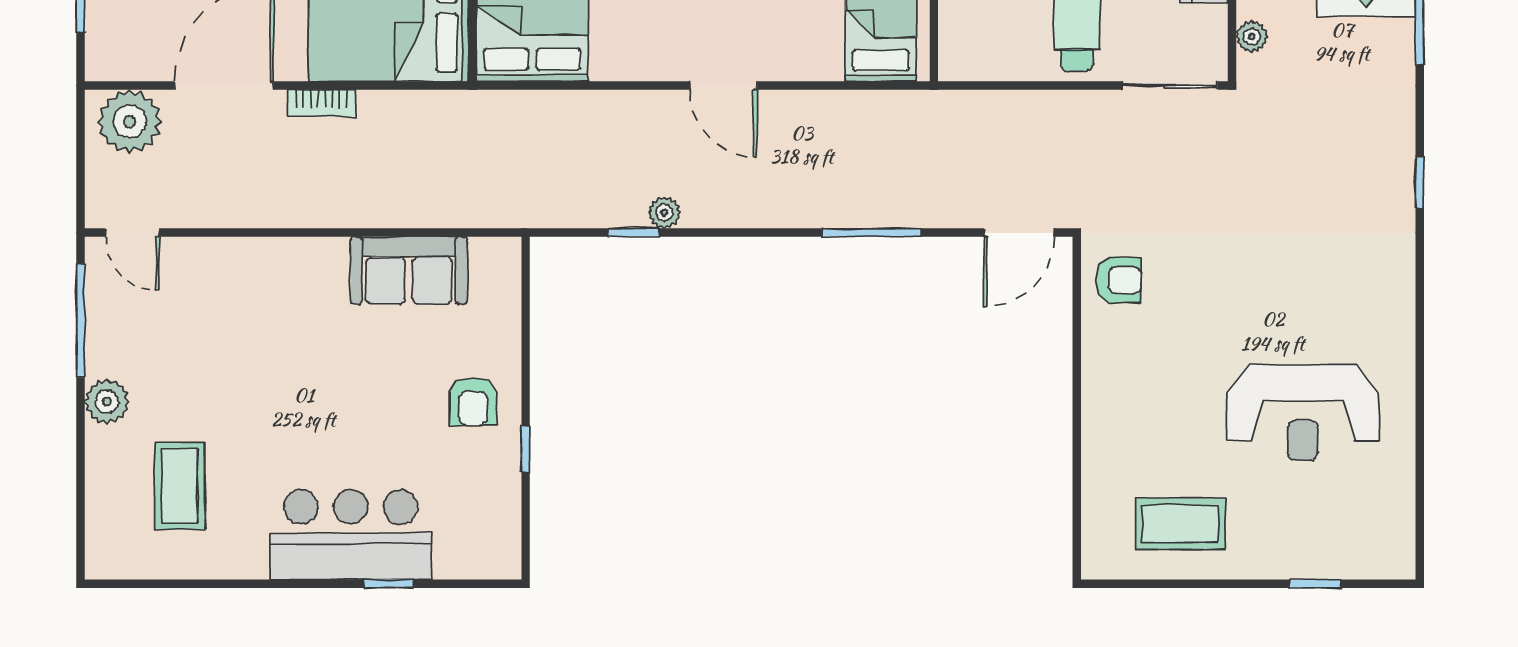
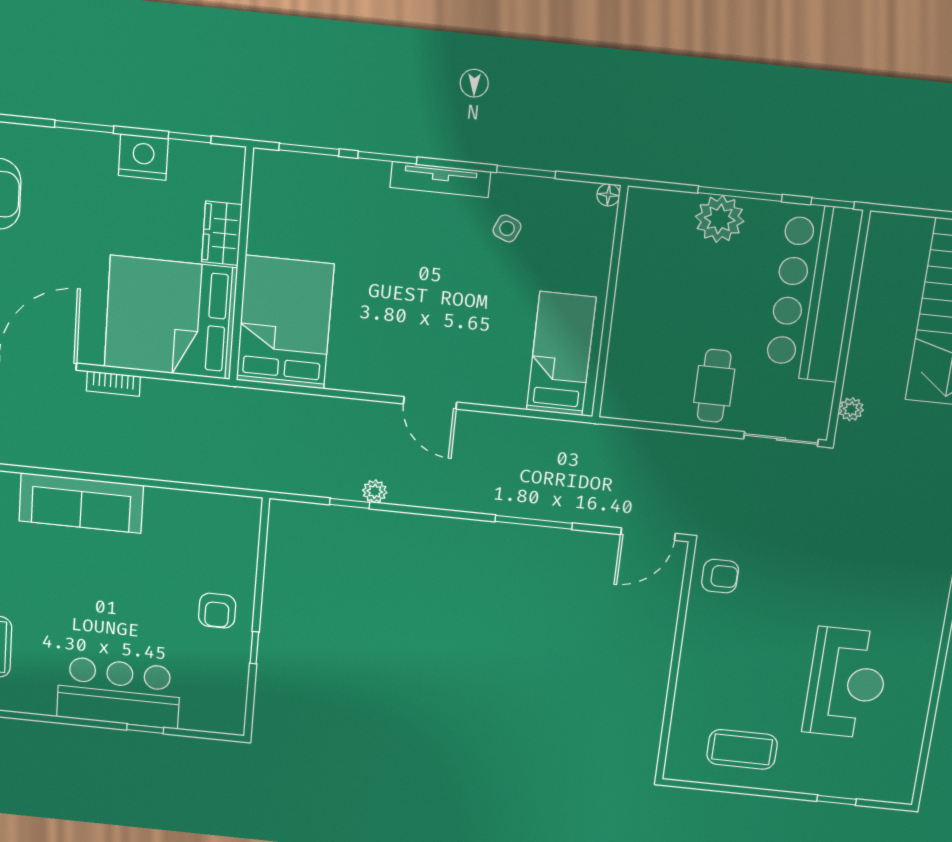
sofa: (409, 270) -> (81, 503), moved, width x1.36
reception desk: (1303, 412) -> (846, 683), turned -90

